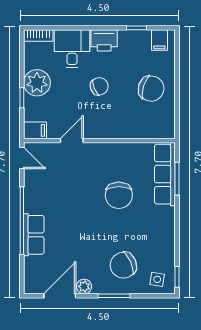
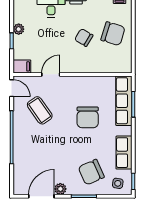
plant: (37, 83) -> (19, 29), width x0.53, depth x0.53
chair: (99, 86) -> (84, 37), moved, turned -127
coffee table: (58, 186) -> (40, 110), added
row of seats: (34, 235) -> (124, 153), moved, turned 180

